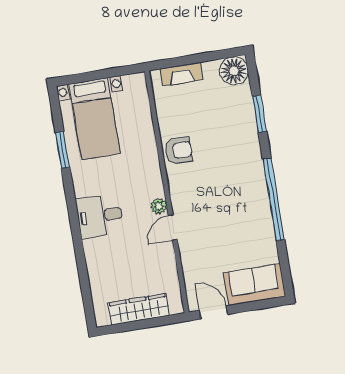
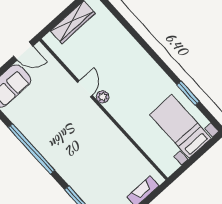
armchair: (179, 151) -> (113, 141), removed
desk: (100, 216) -> (137, 66), removed

